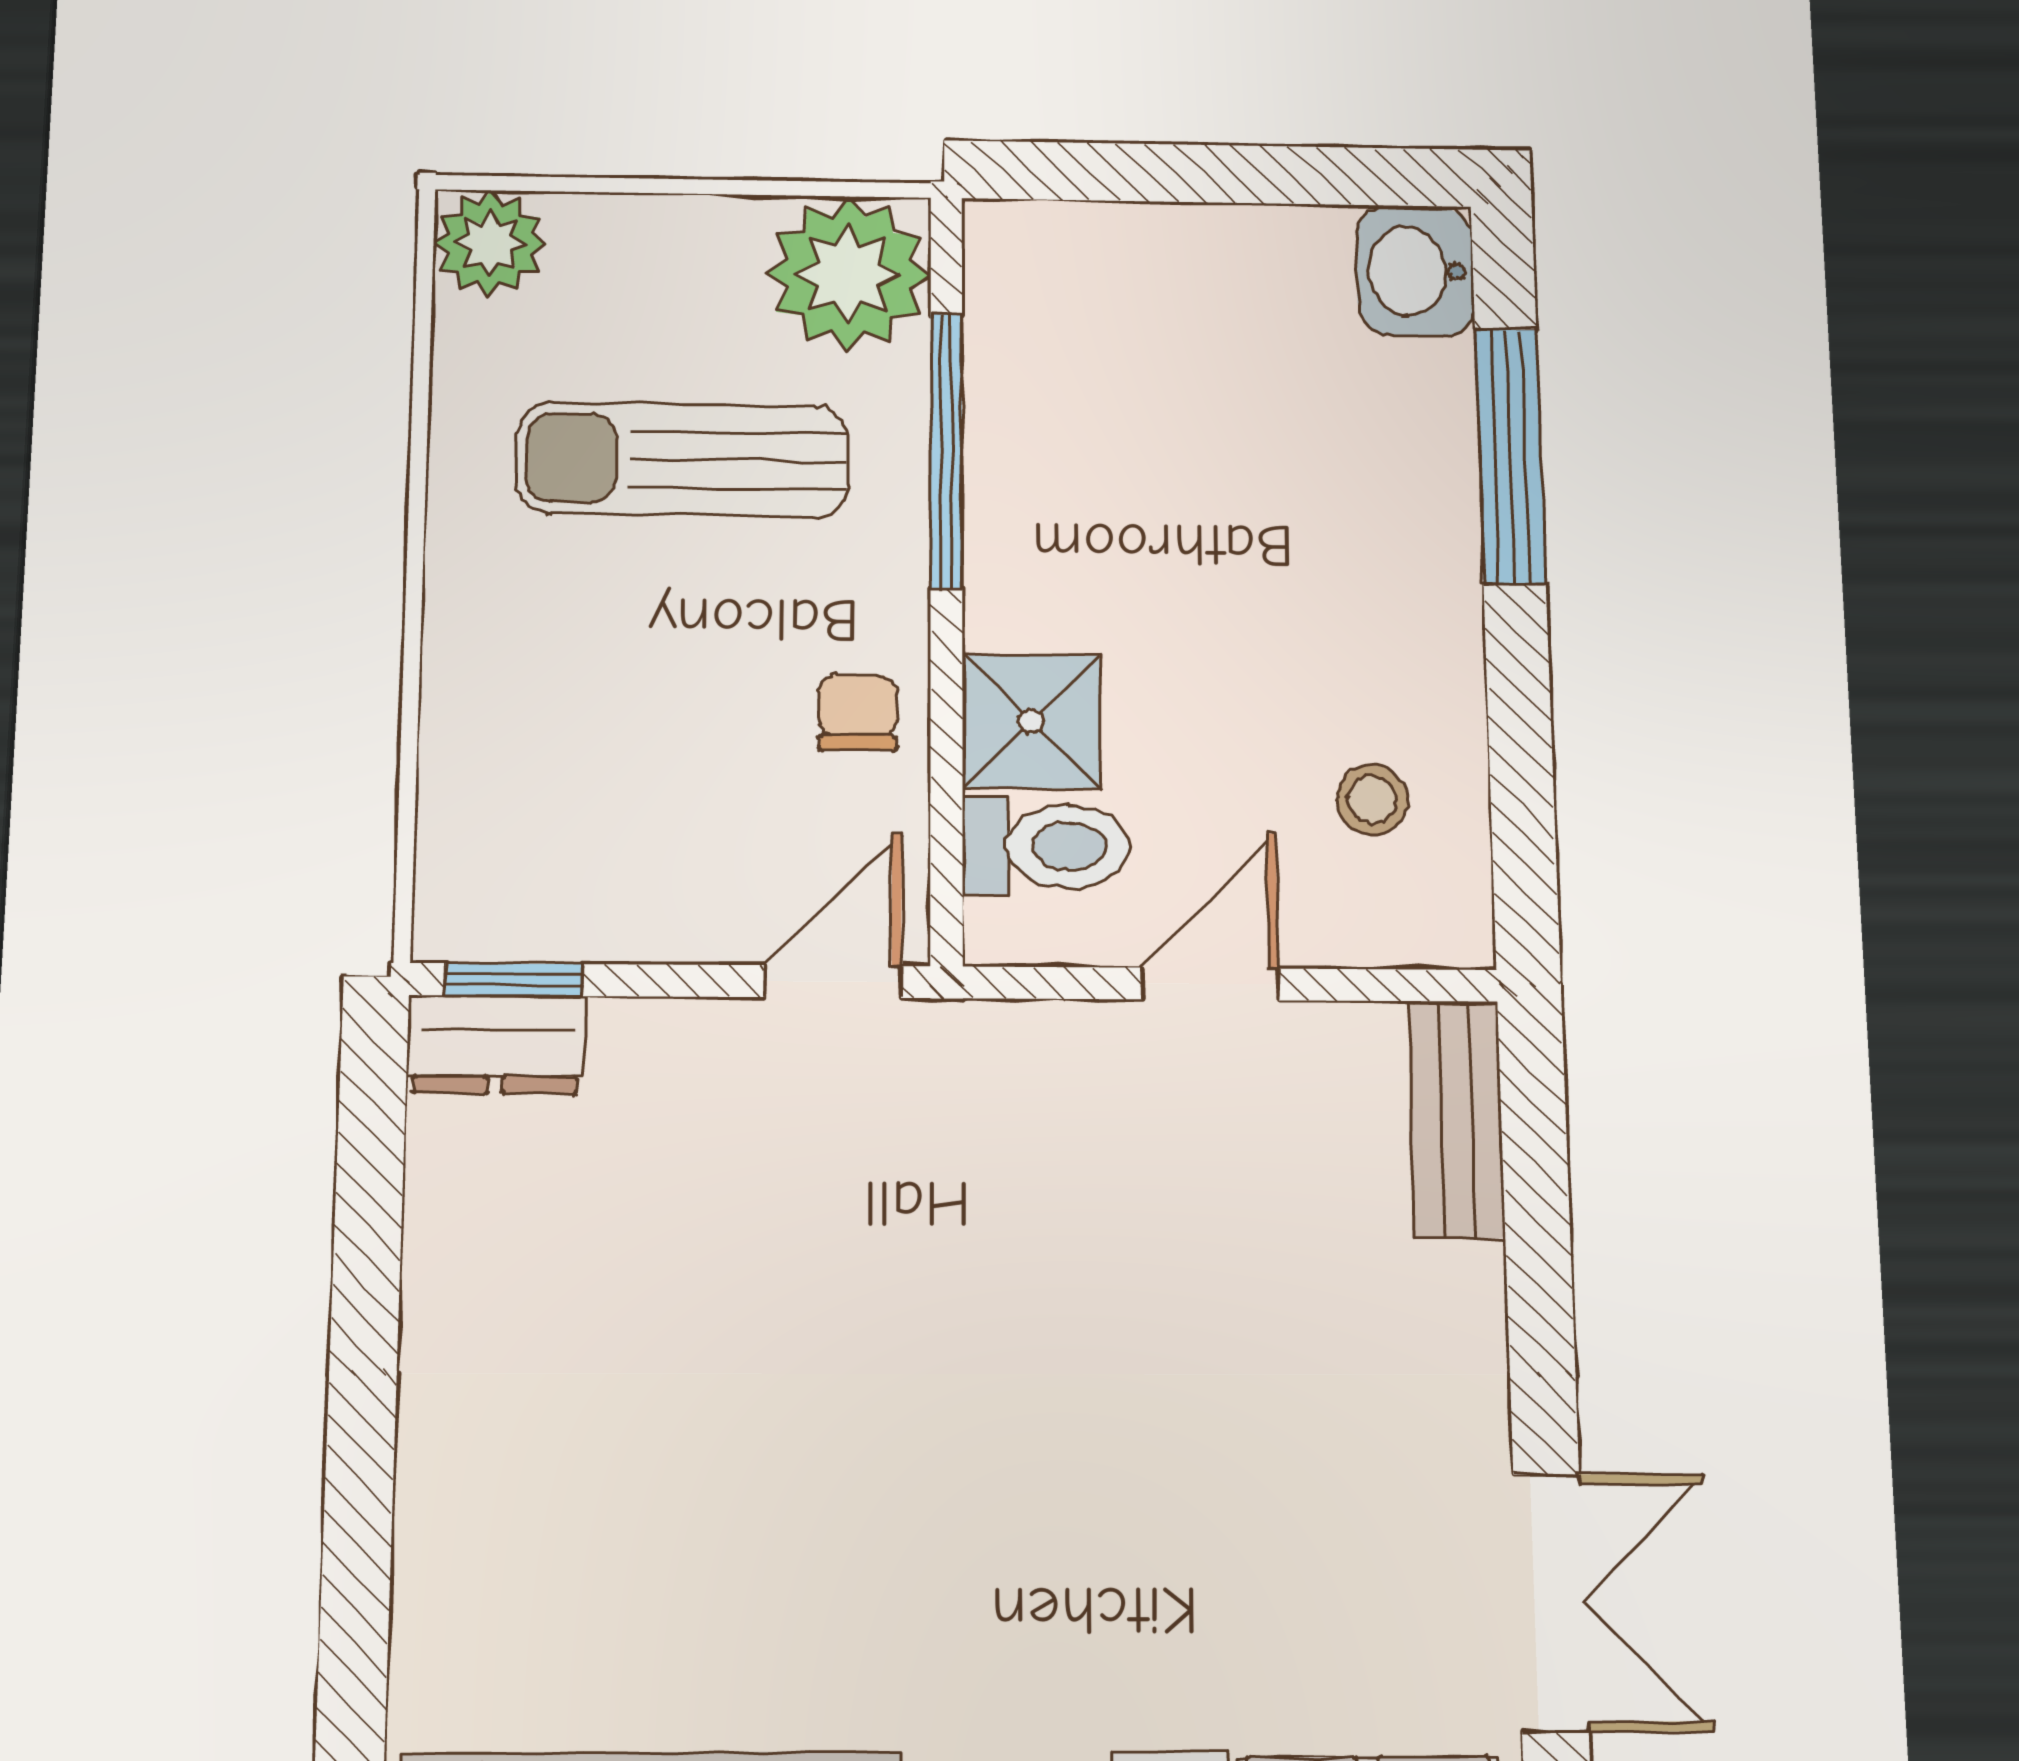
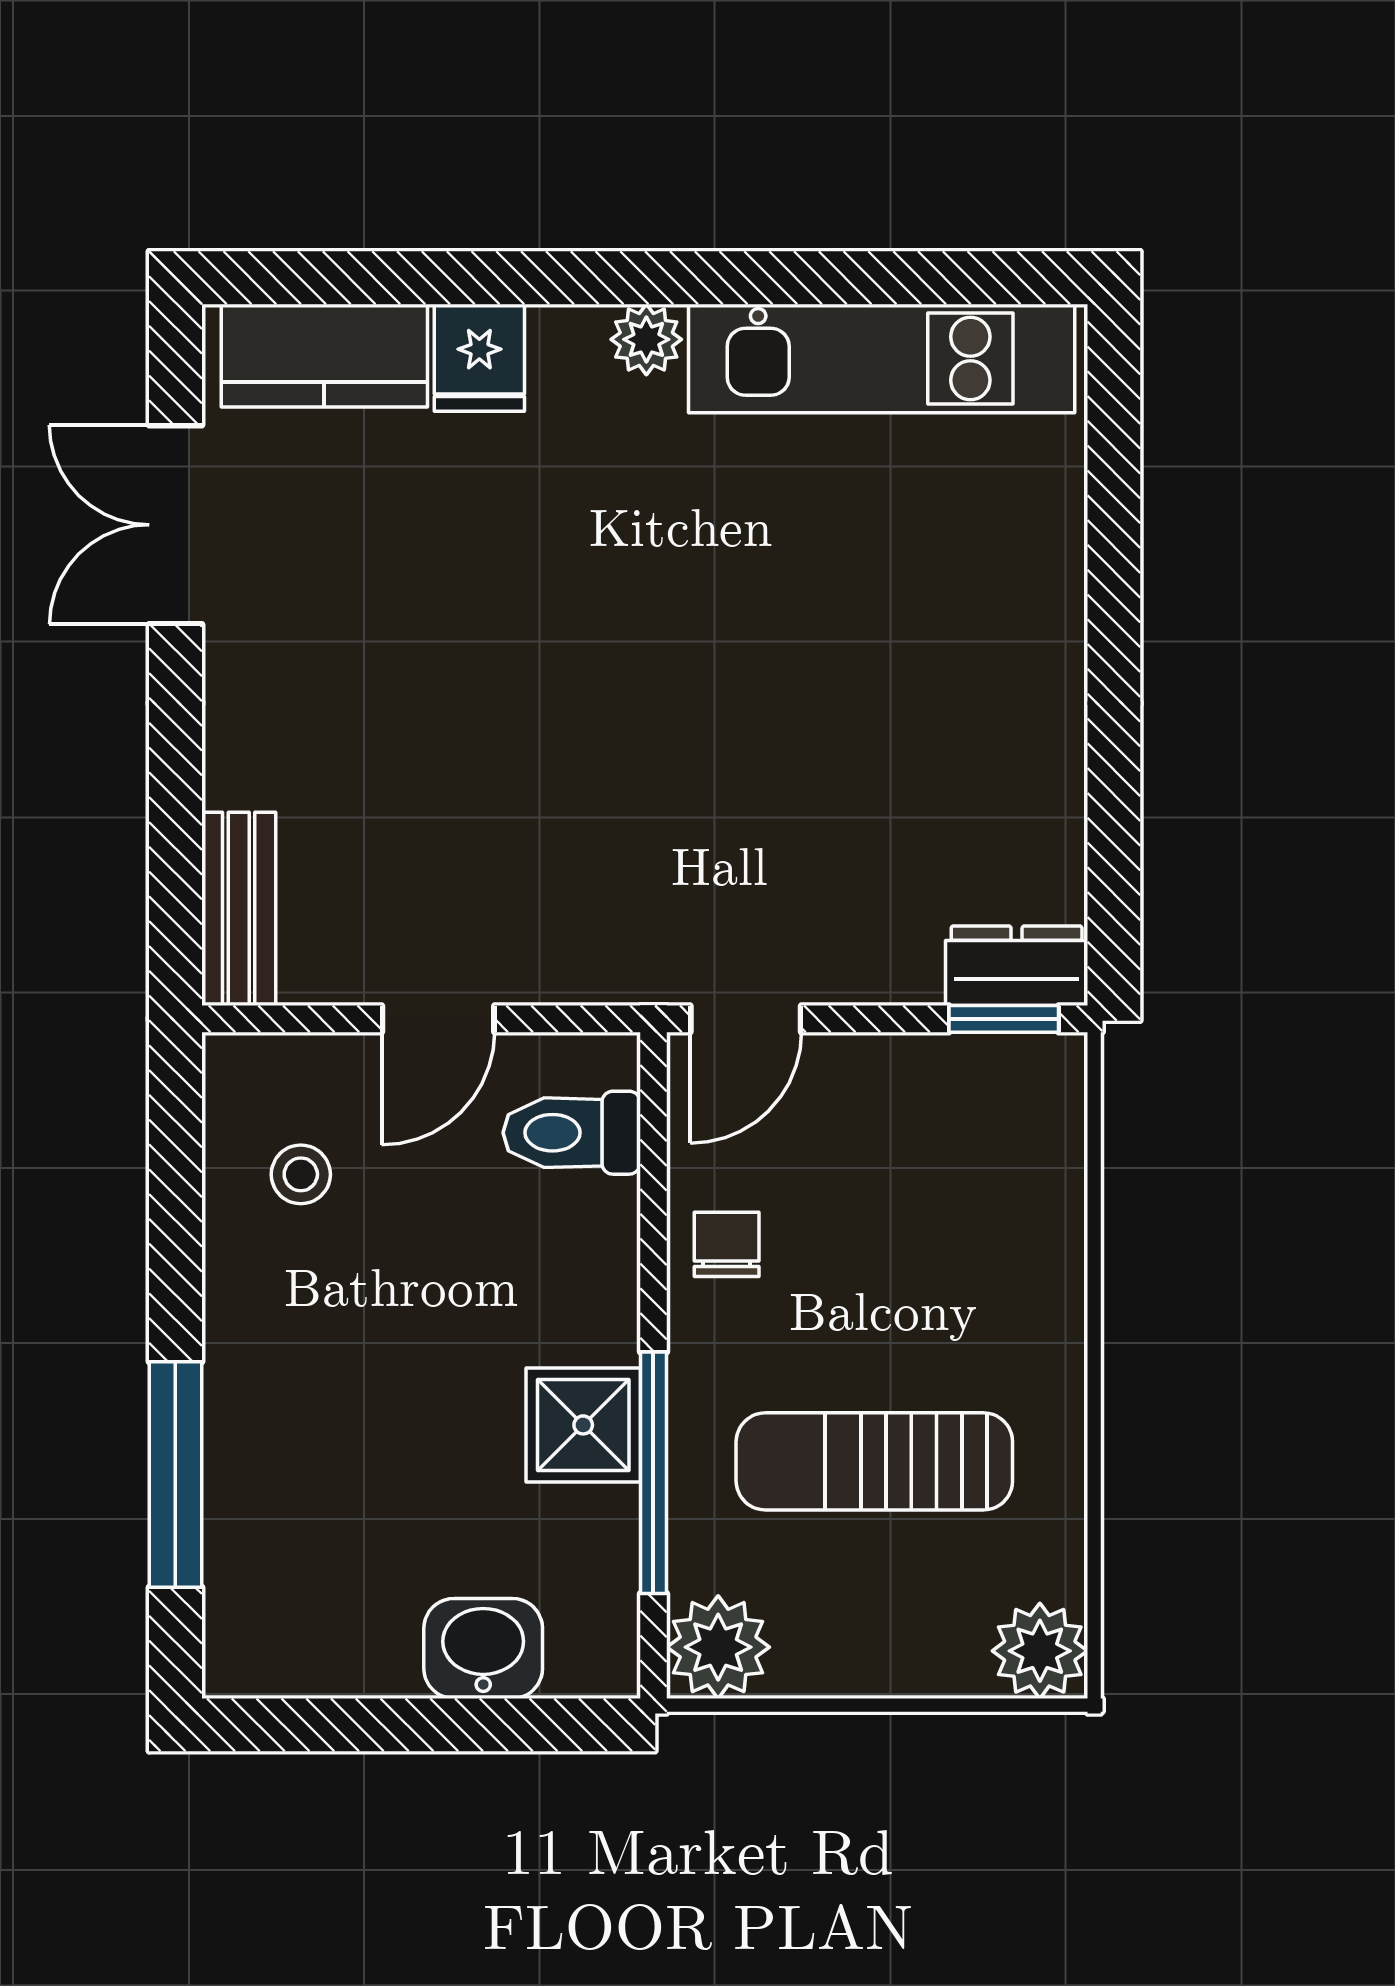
washbasin: (1415, 271) -> (483, 1648), moved, turned -90
plant: (848, 274) -> (718, 1647), width x0.73, depth x0.73
sun lounger: (683, 460) -> (874, 1461), turned 180
chair: (858, 713) -> (727, 1244), turned 180
shower: (1031, 721) -> (583, 1425), moved

